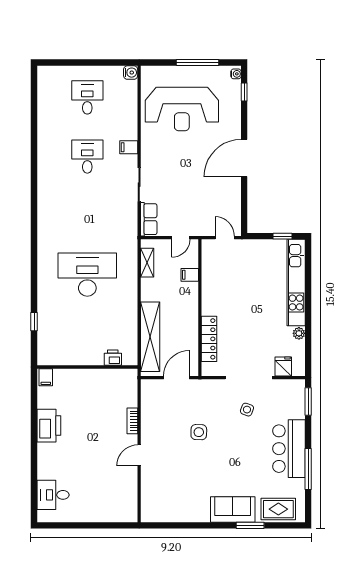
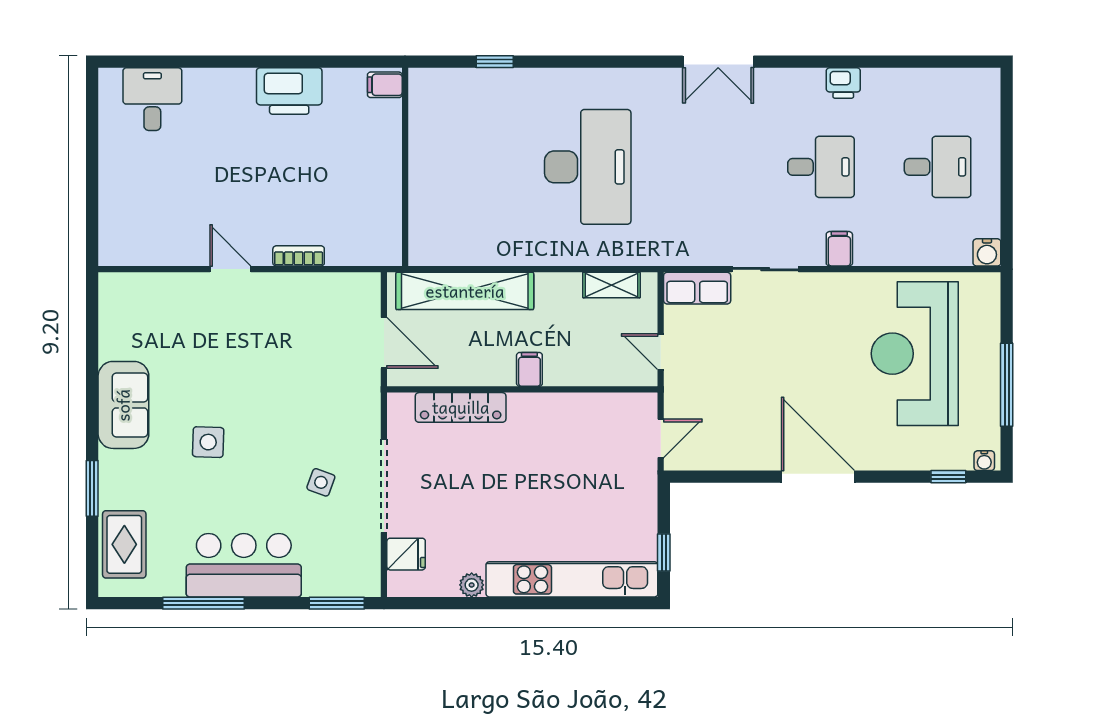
double door: (34, 209) -> (718, 62), added
filing cabinet: (190, 275) -> (529, 369), moved
printer: (113, 358) -> (843, 83), moved, turned 90
side table: (199, 432) -> (208, 442), moved
sofa: (233, 510) -> (123, 405), moved

